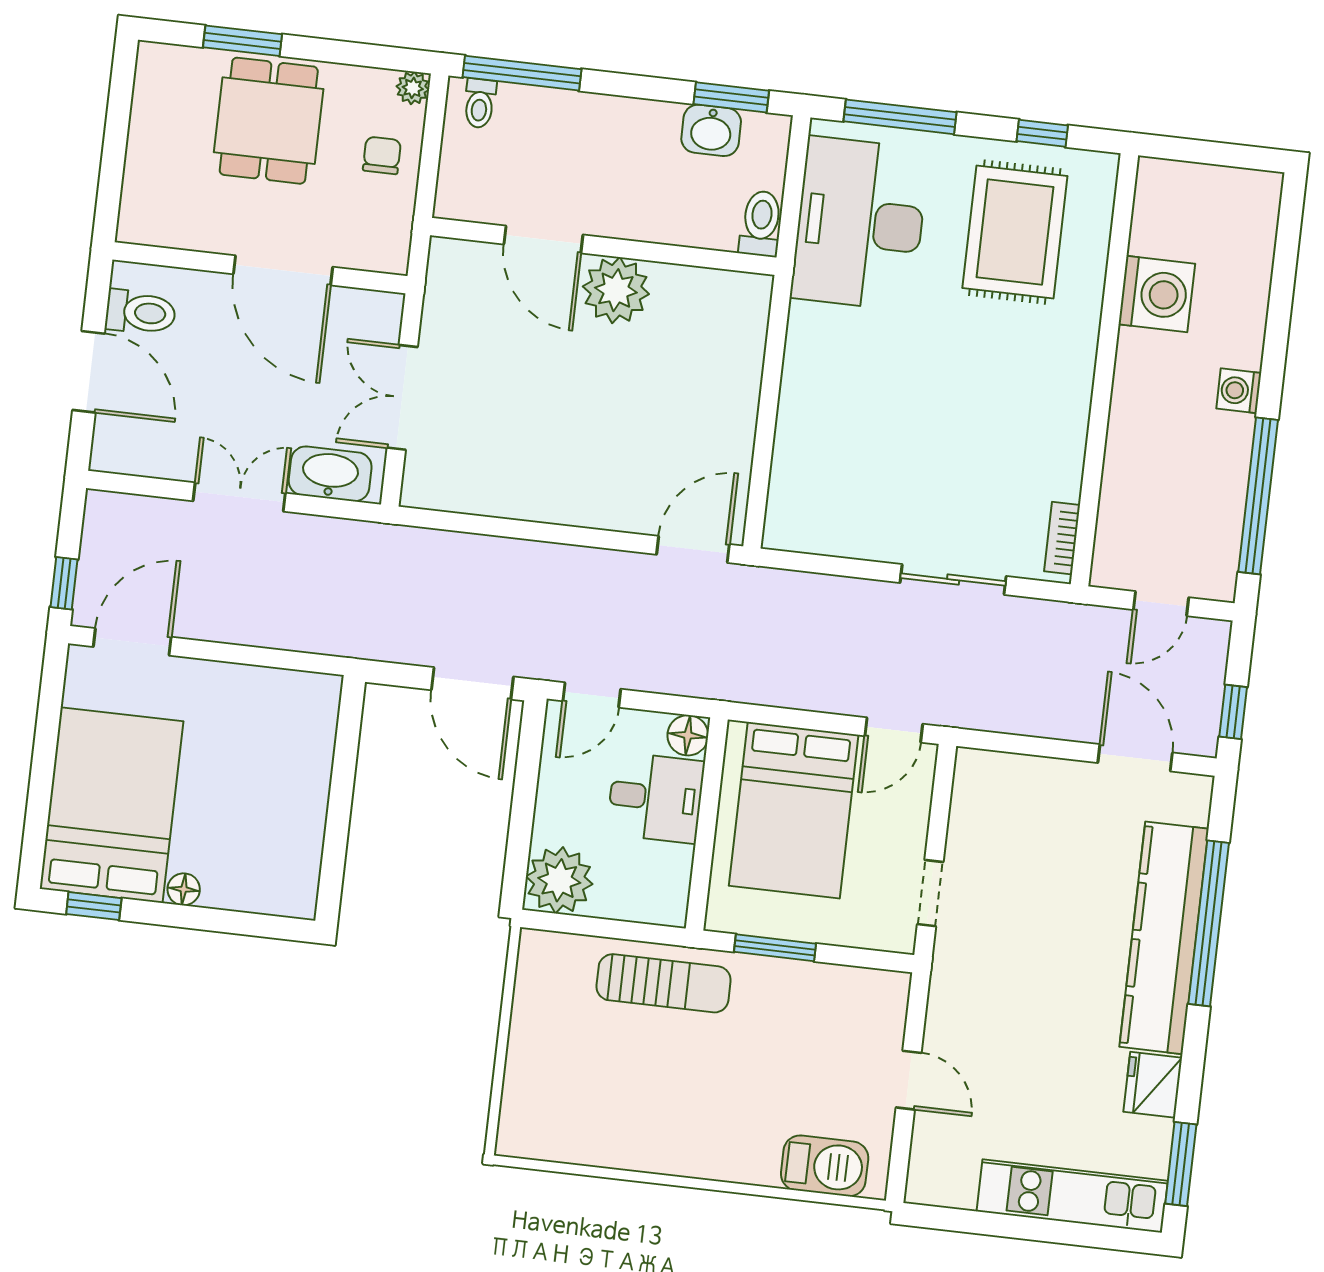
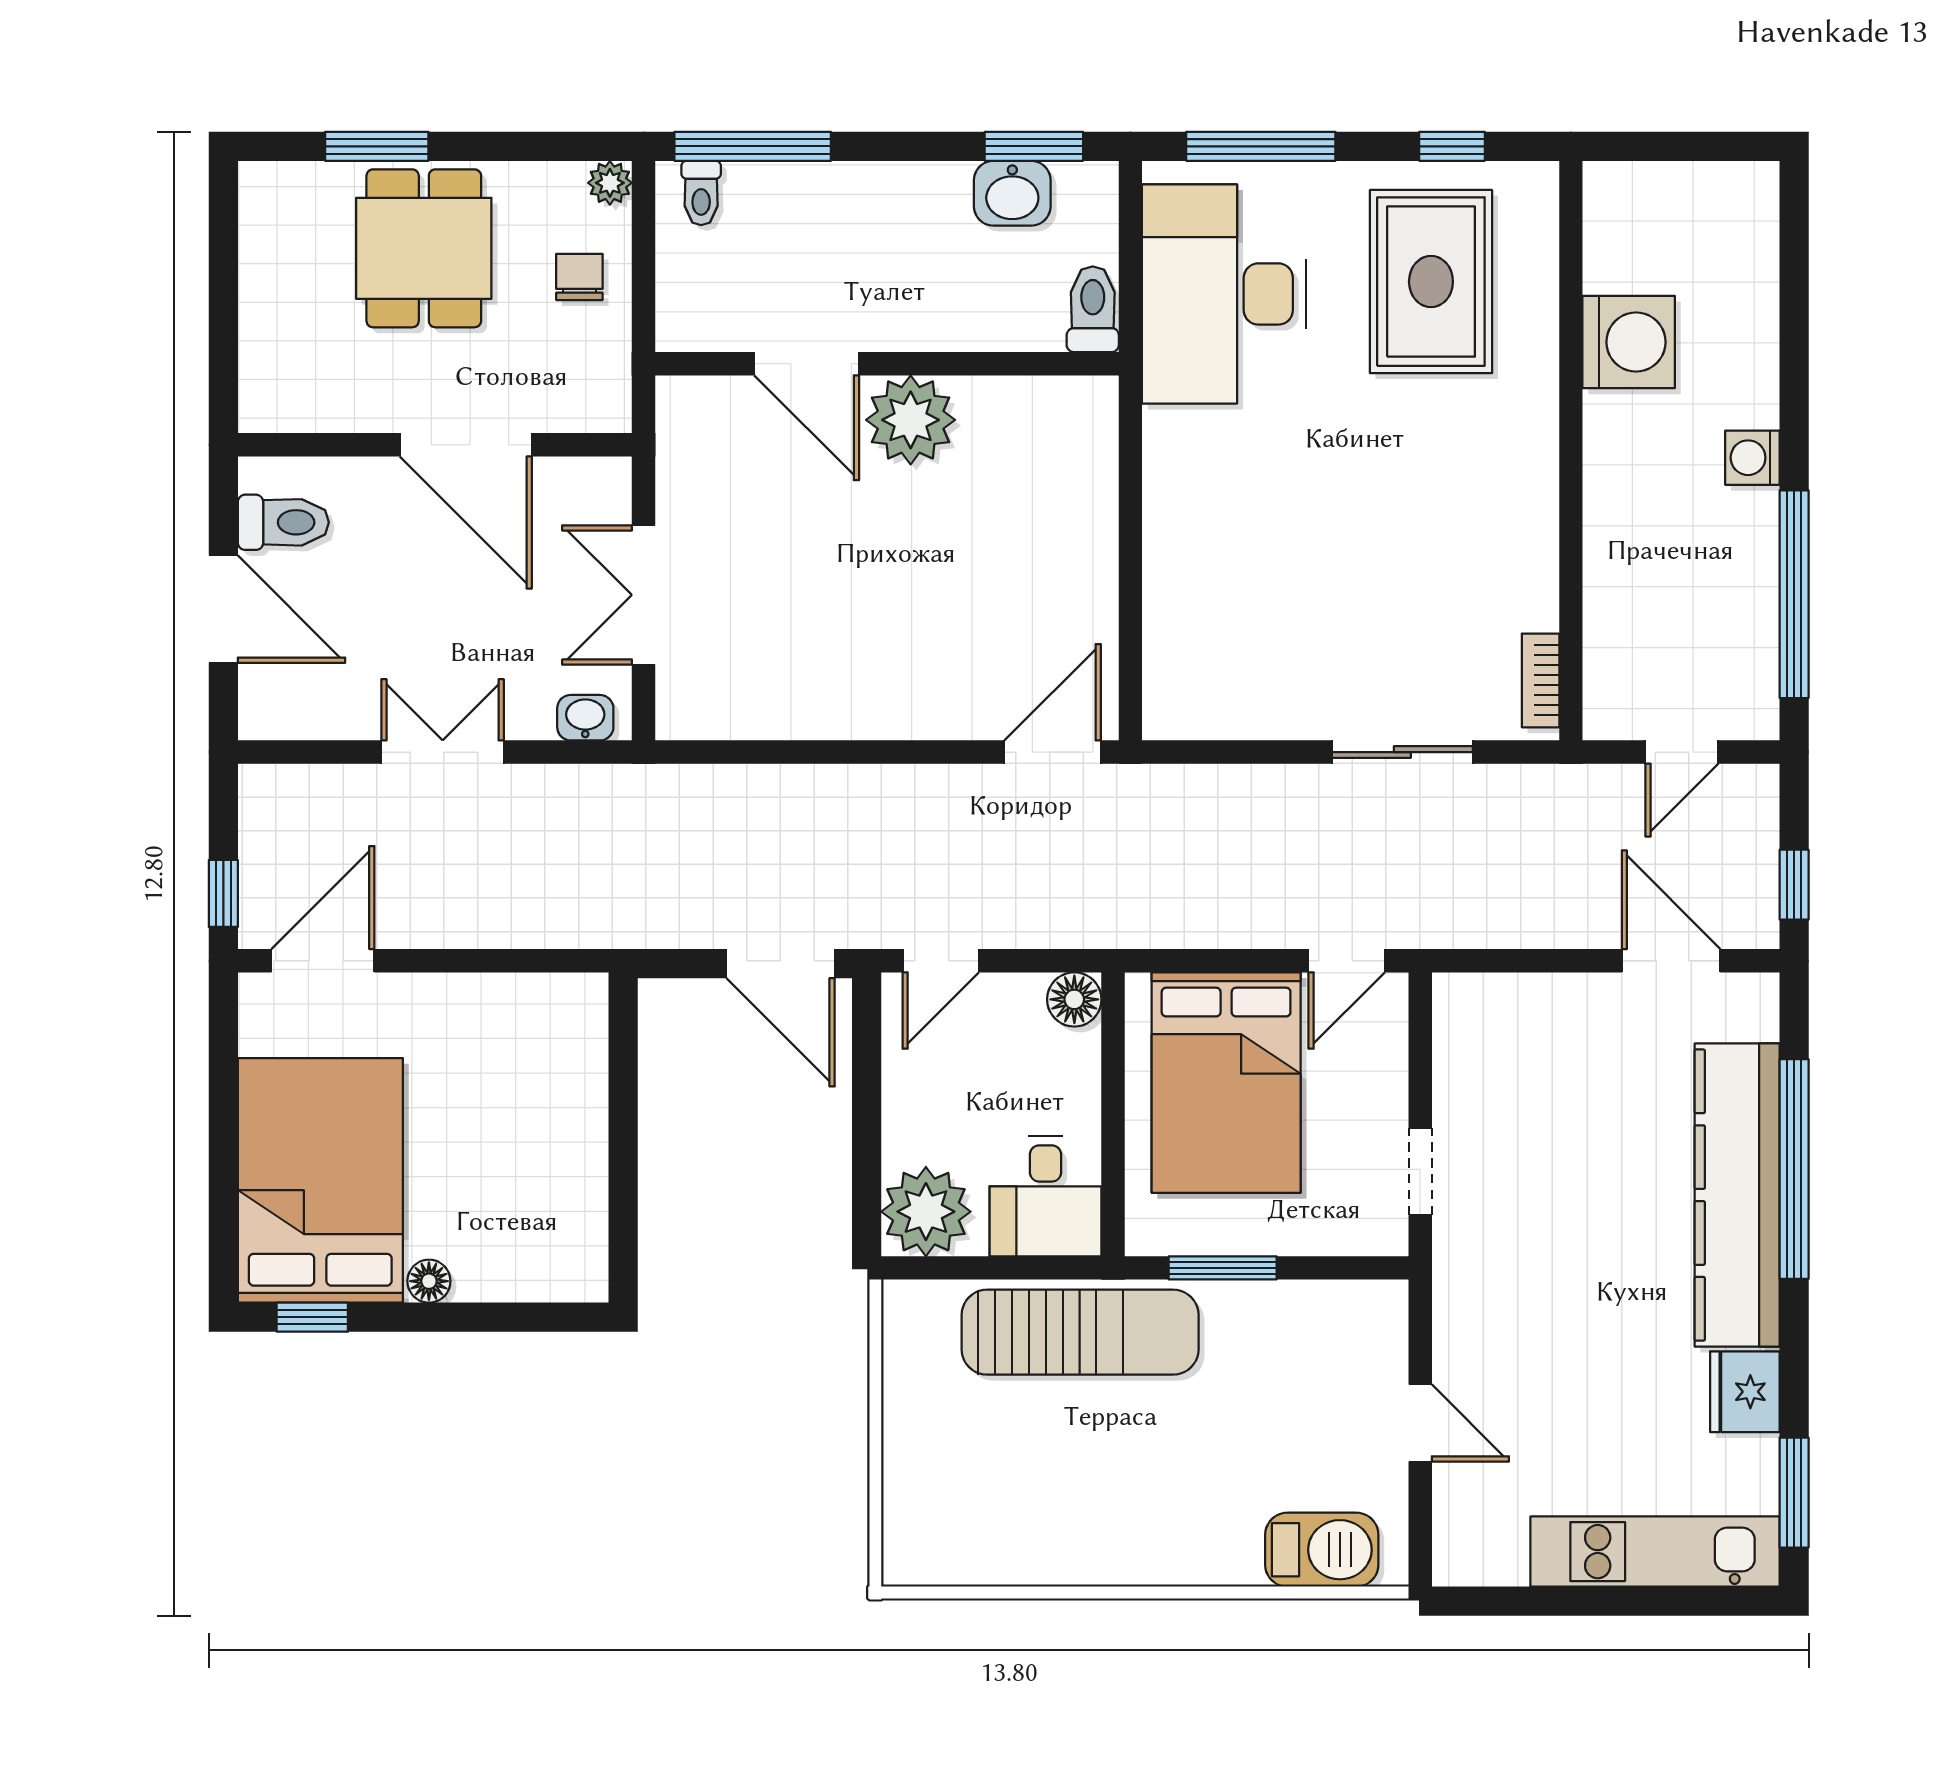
washbasin: (330, 474) -> (585, 718), width x0.52, depth x0.69
desk: (656, 798) -> (1045, 1196), moved, turned 90
sun lounger: (664, 983) -> (1080, 1332), width x1.36, depth x1.34

